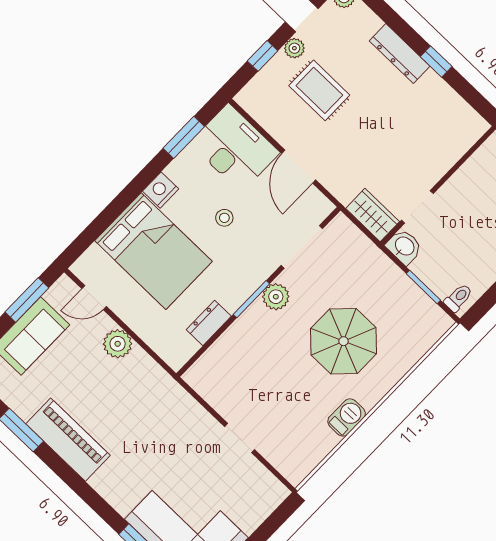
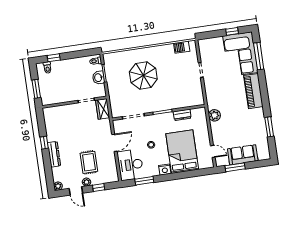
washbasin: (404, 247) -> (98, 78), moved
plant: (276, 297) -> (154, 107), removed
plant: (118, 344) -> (214, 115), moved
barbecue: (347, 417) -> (182, 47), moved
piano: (68, 440) -> (253, 91), moved

